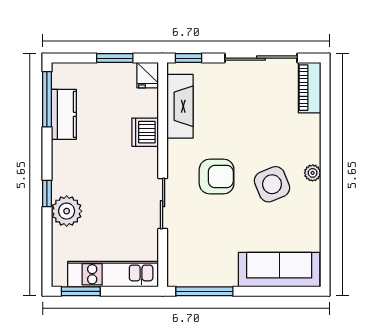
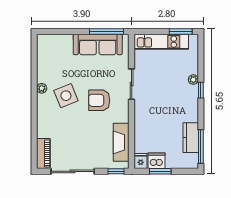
dishwasher: (145, 132) -> (156, 161), moved, turned -90
plant: (313, 173) -> (42, 88), moved
plant: (67, 211) -> (193, 80), width x0.53, depth x0.53
sofa: (279, 270) -> (98, 44), moved

